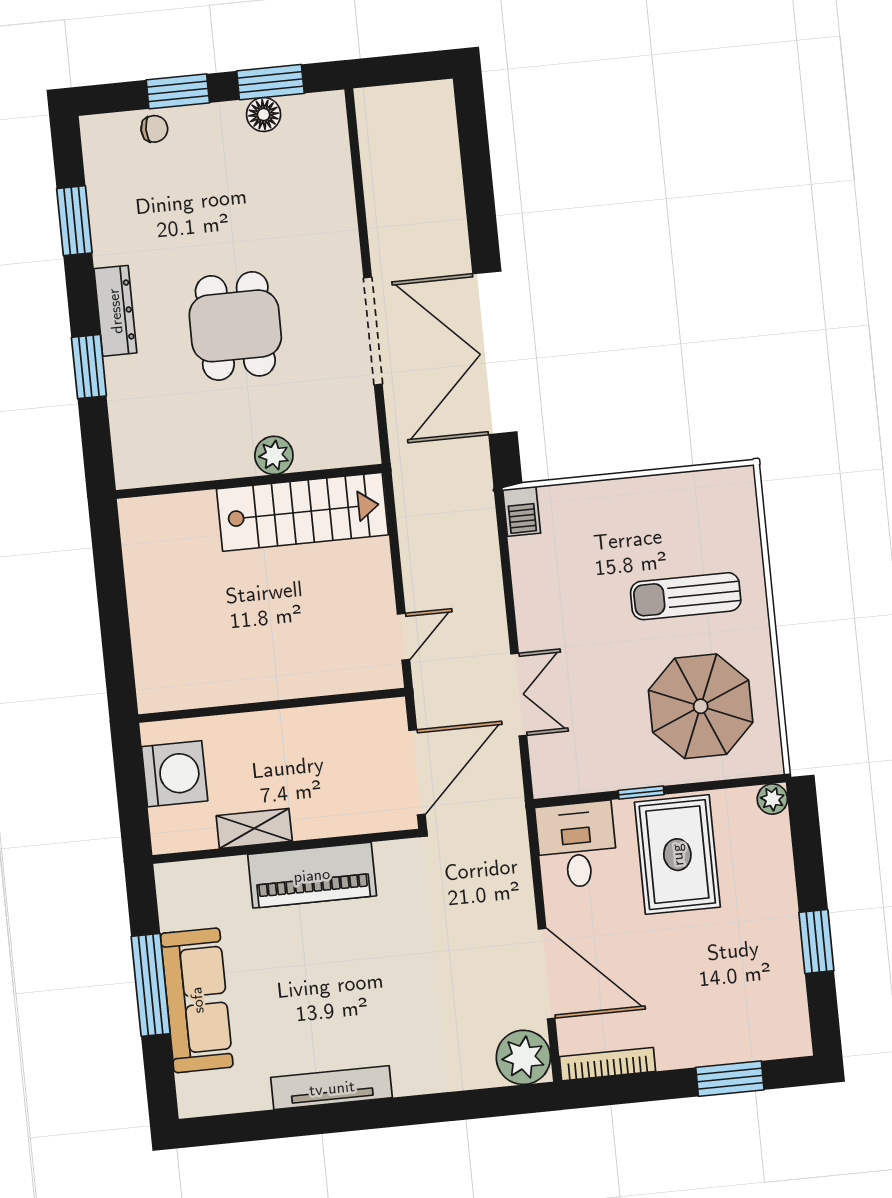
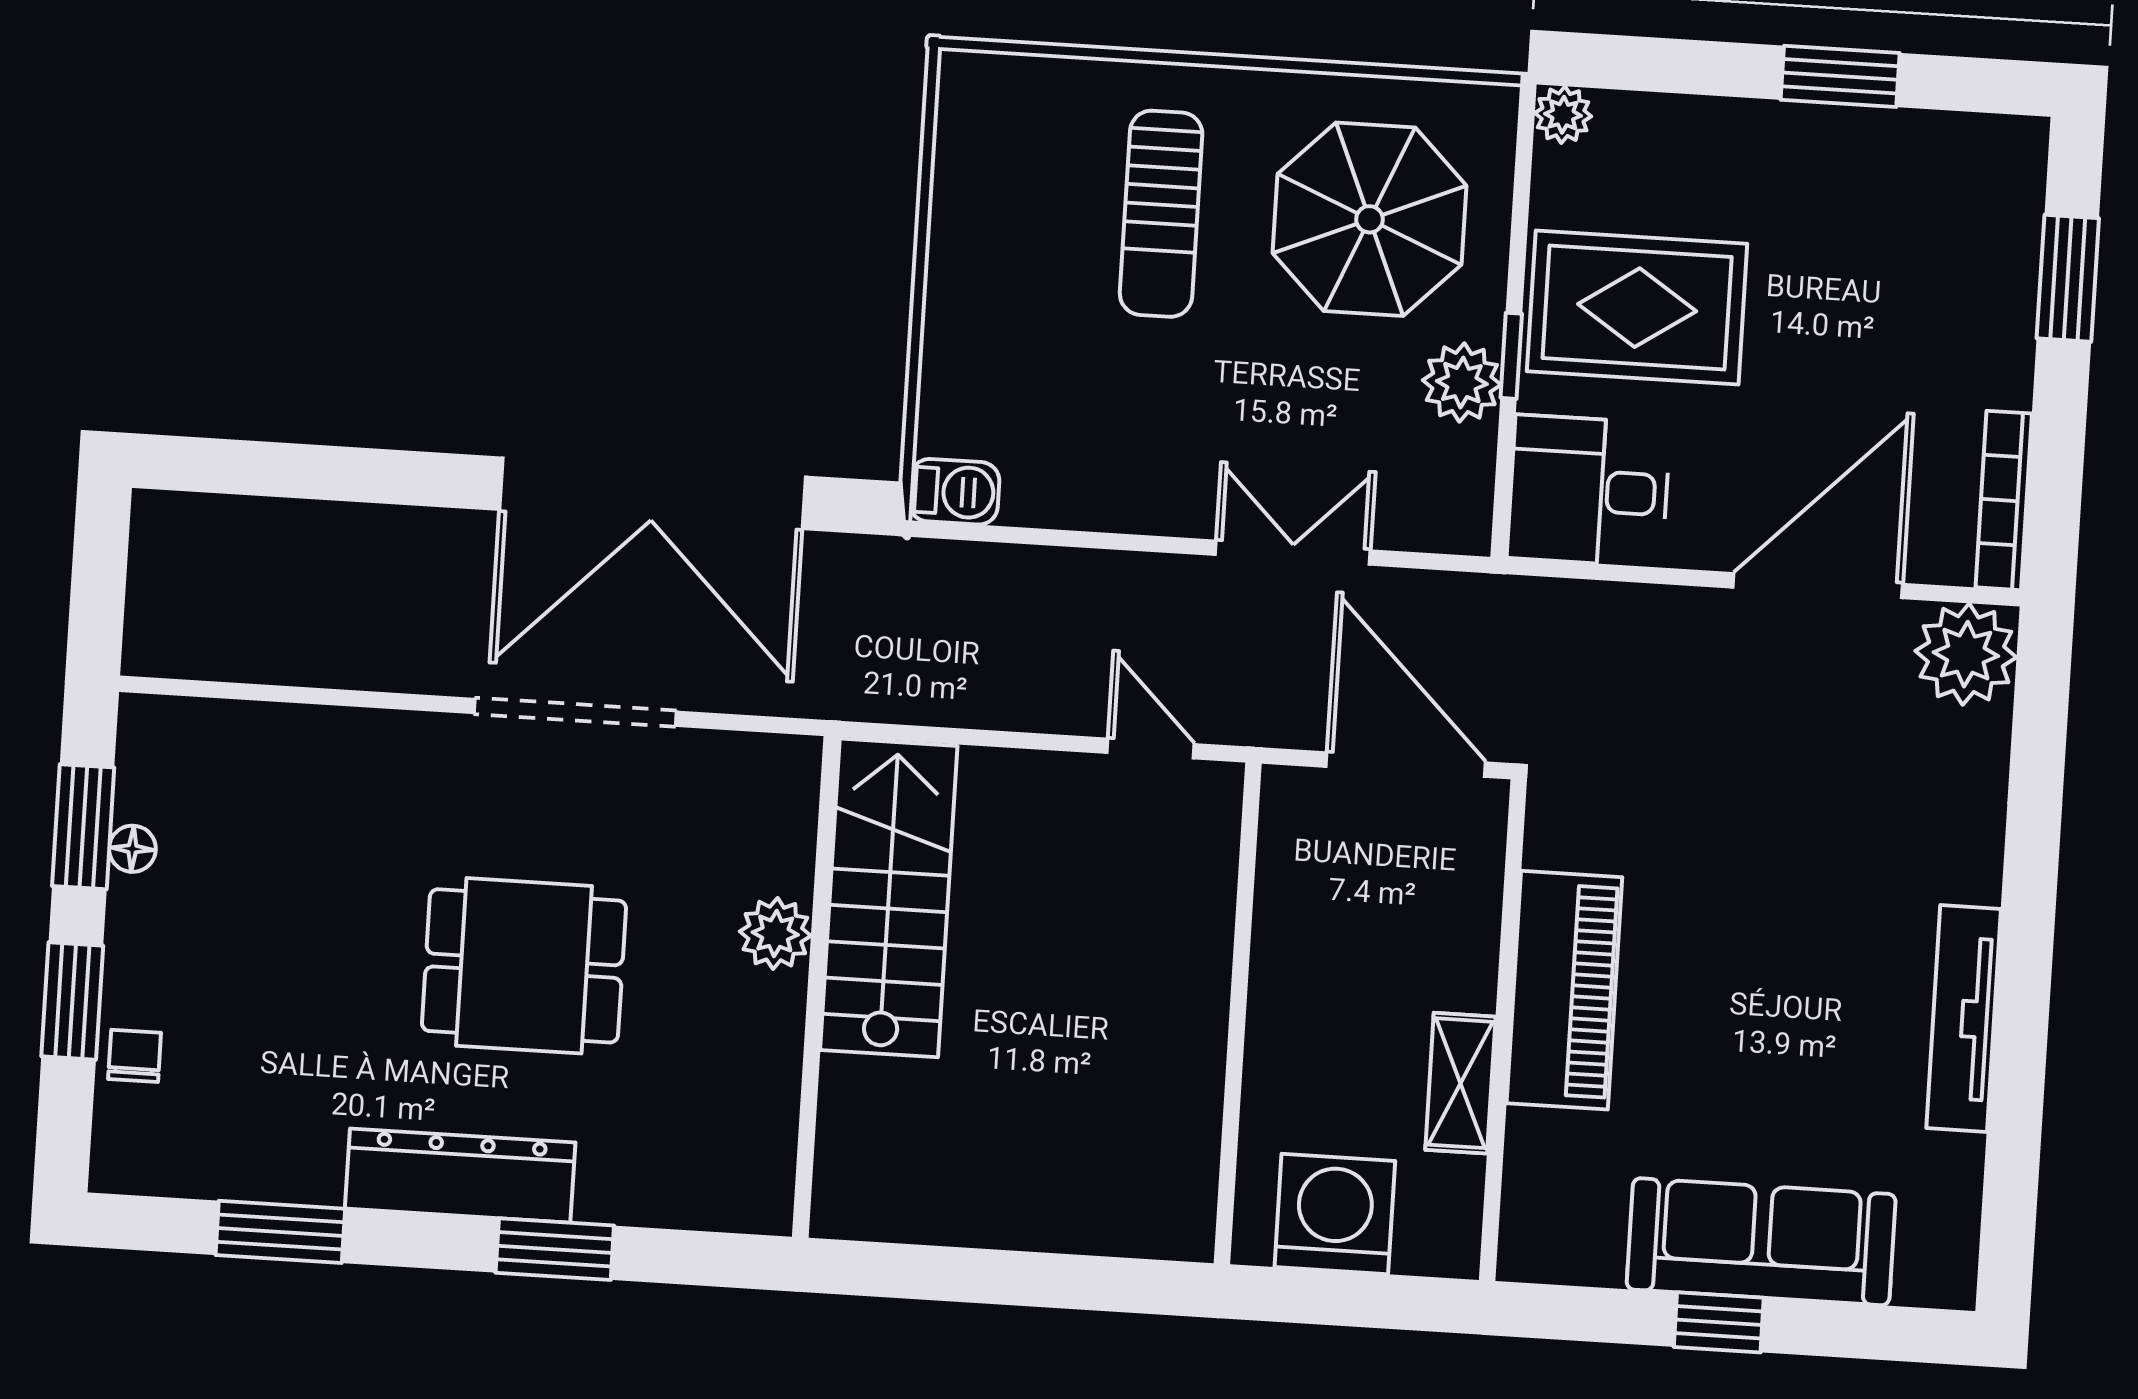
floor lamp: (264, 114) -> (132, 849), width x0.73, depth x0.73
dresser: (115, 311) -> (460, 1176), width x1.37, depth x1.24
plant: (623, 769) -> (1462, 382), added
window: (151, 985) -> (1719, 1322), width x0.46

